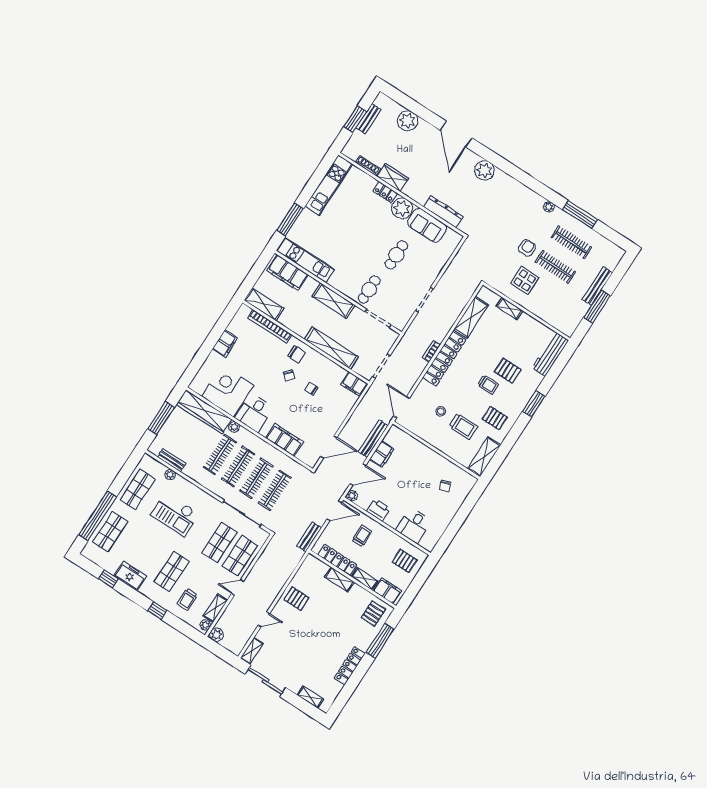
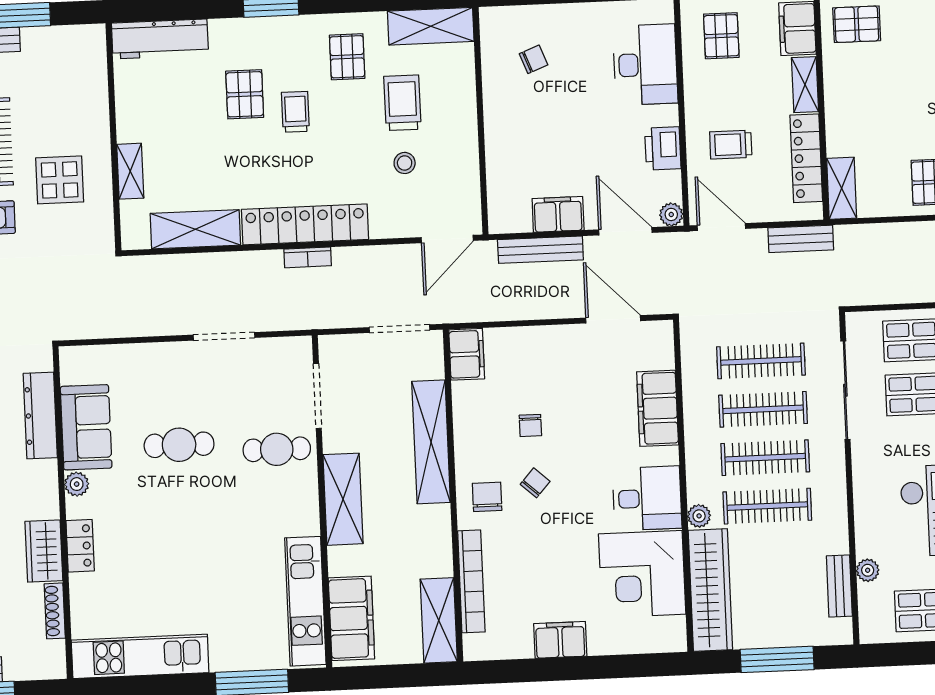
plant: (402, 208) -> (77, 484), width x0.53, depth x0.53
desk: (414, 525) -> (645, 65), width x1.37
shelving: (339, 580) -> (842, 188), moved

